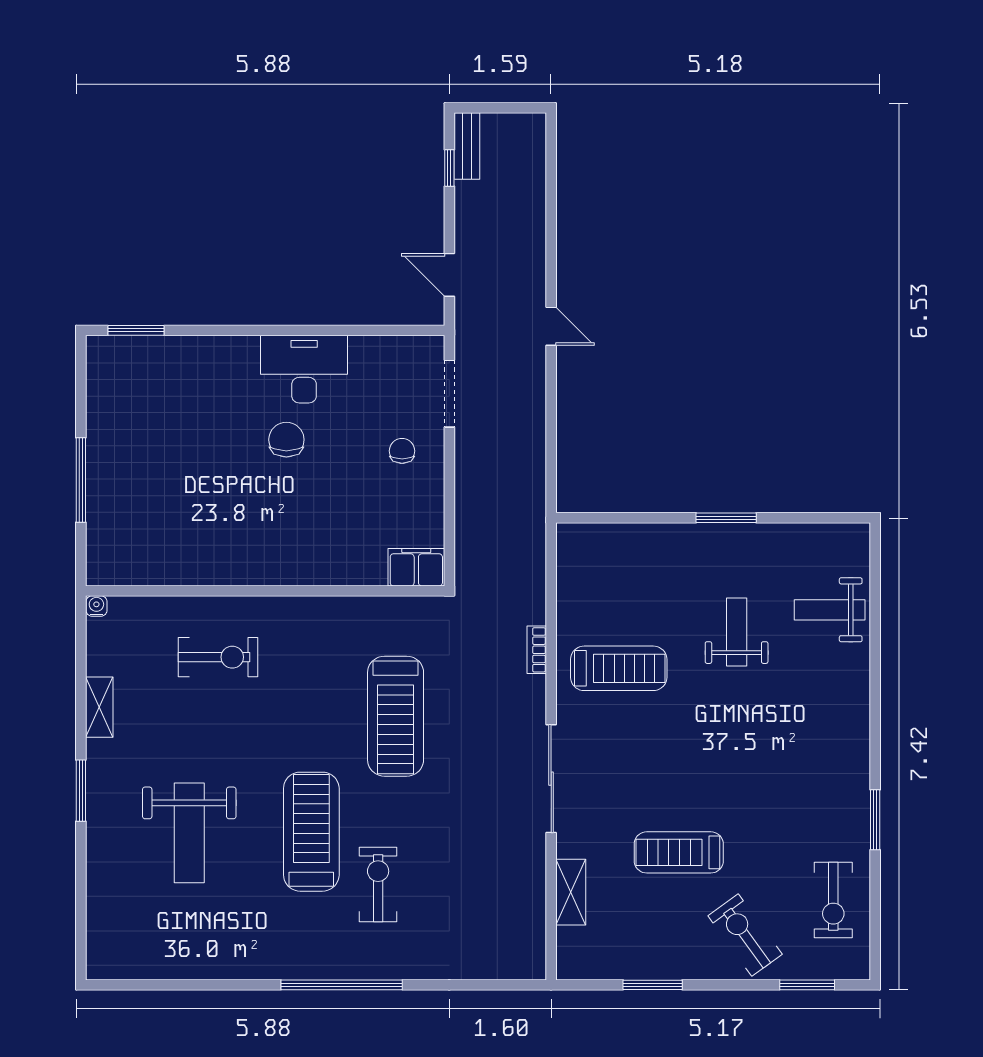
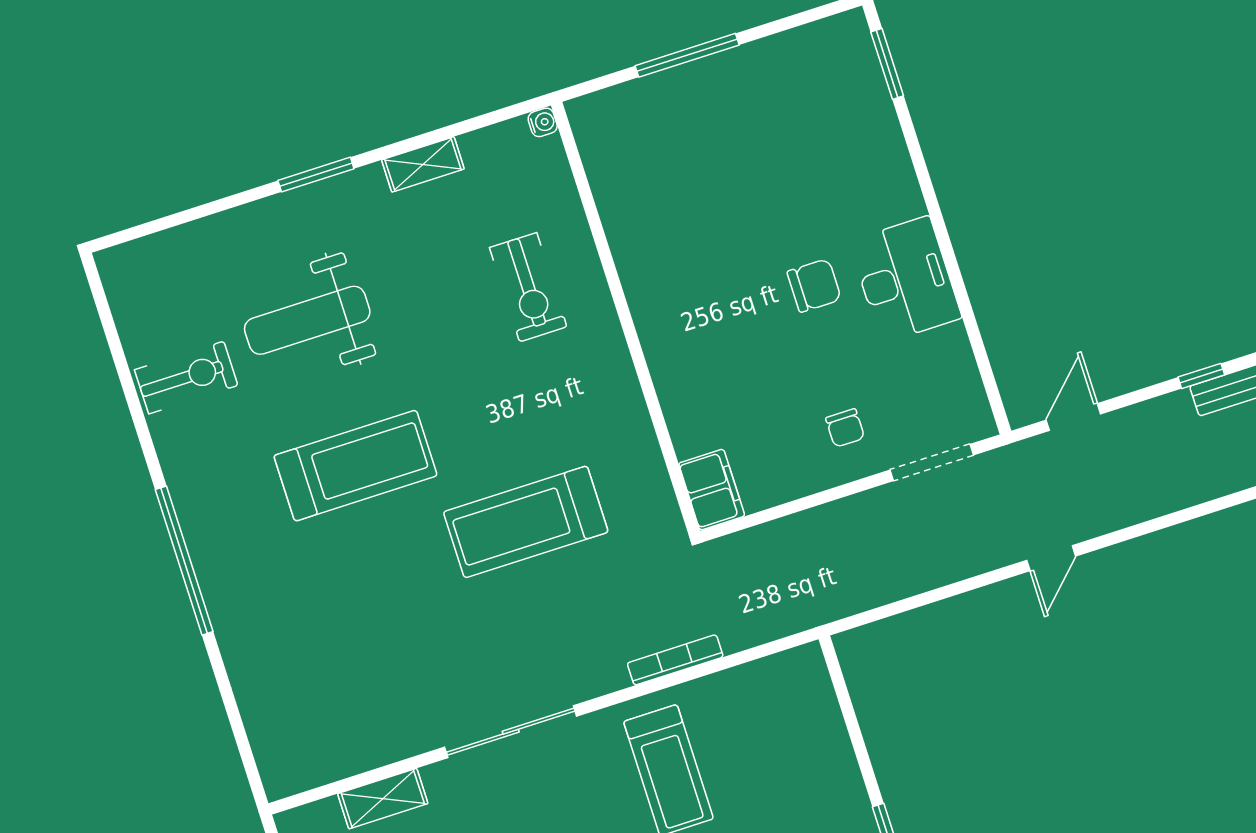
chair: (402, 451) -> (845, 428), turned 90
bookcase: (537, 650) -> (675, 660), width x1.56
exercise bike: (378, 885) -> (186, 378), moved

